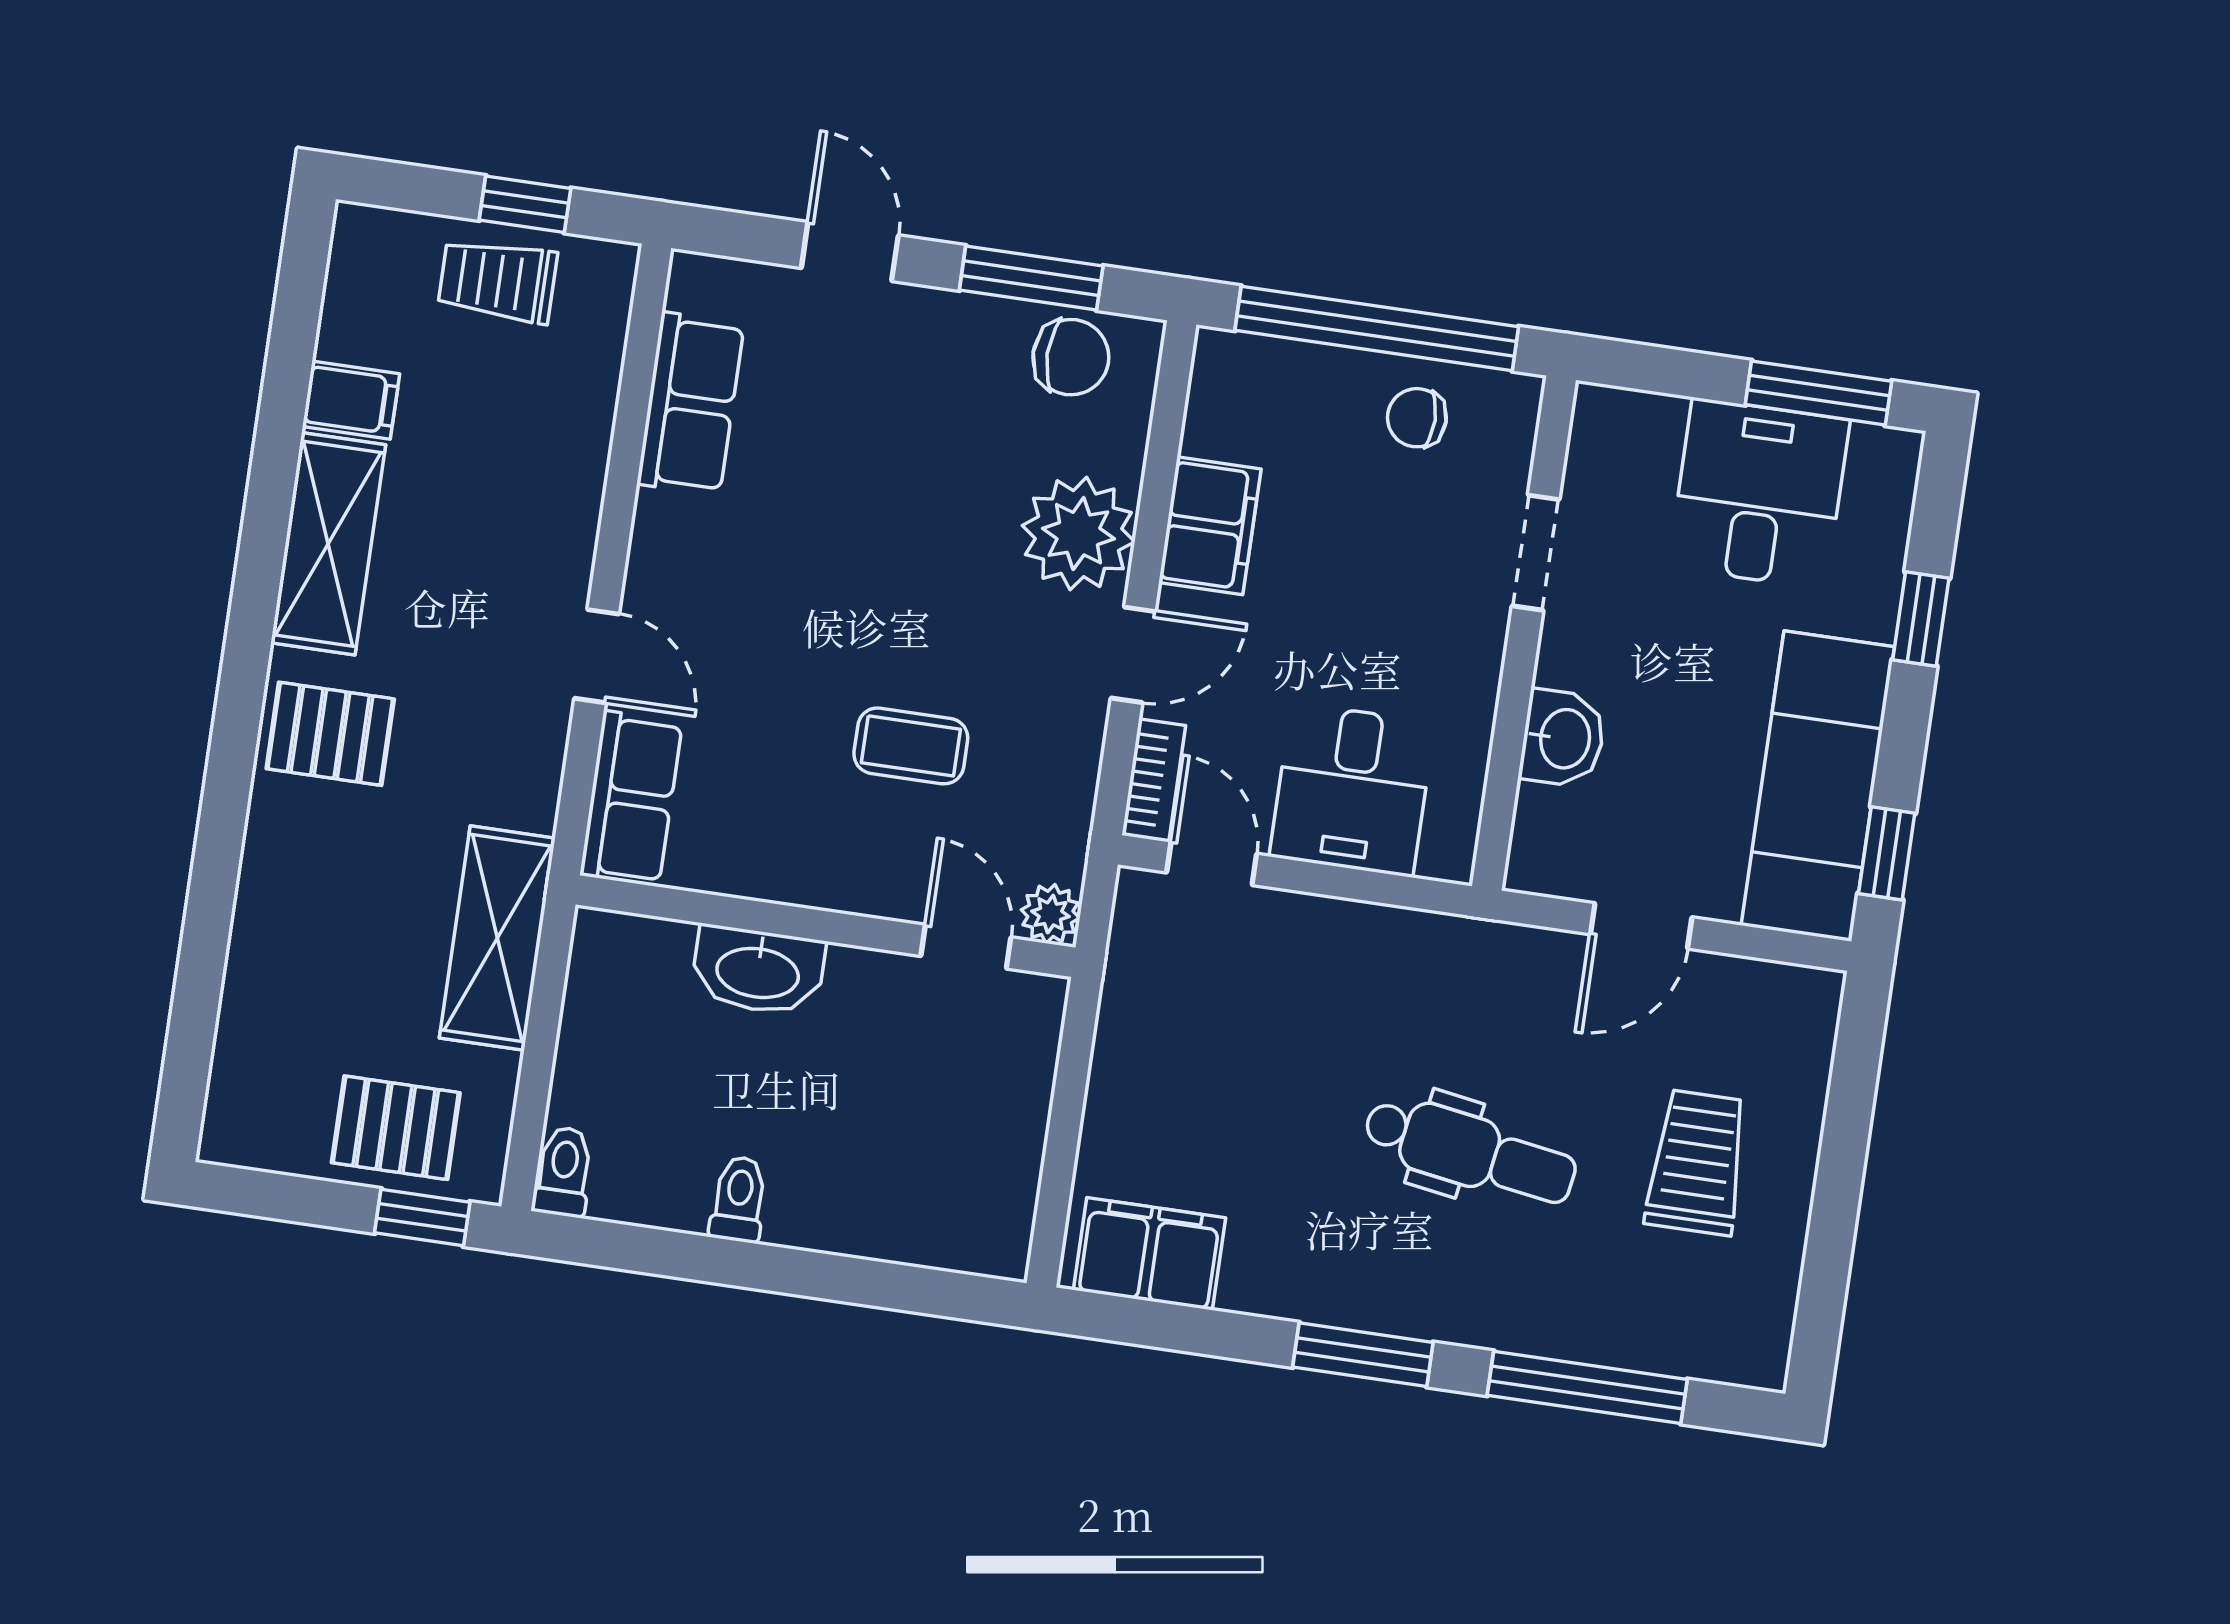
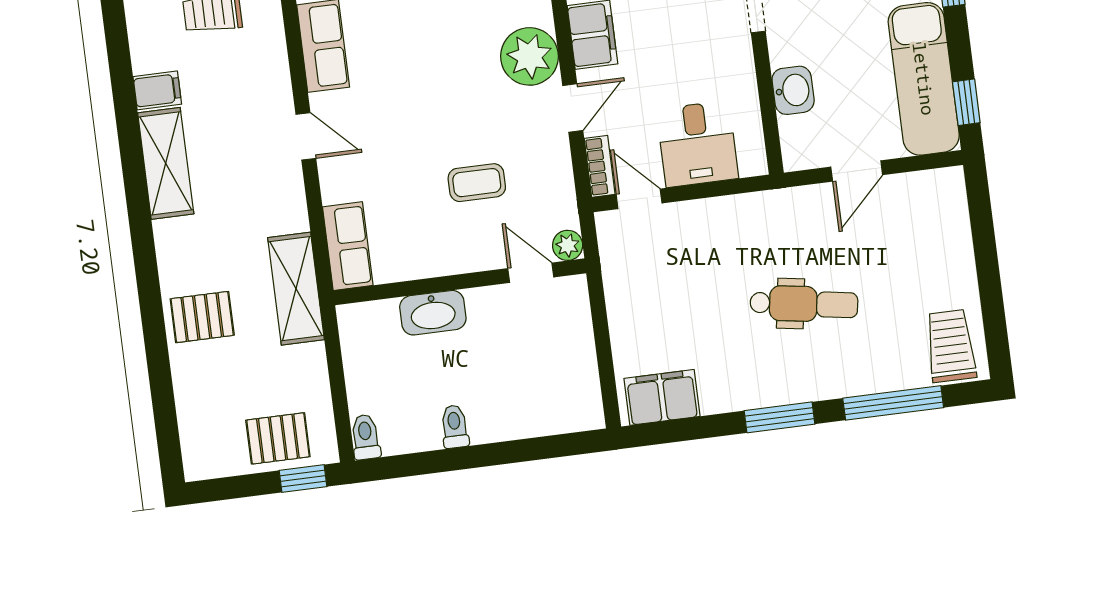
door: (597, 656) -> (306, 136), moved
pallet: (330, 734) -> (202, 317), moved
shelving: (497, 938) -> (296, 289), moved
trolley: (1697, 1163) -> (951, 346), moved

